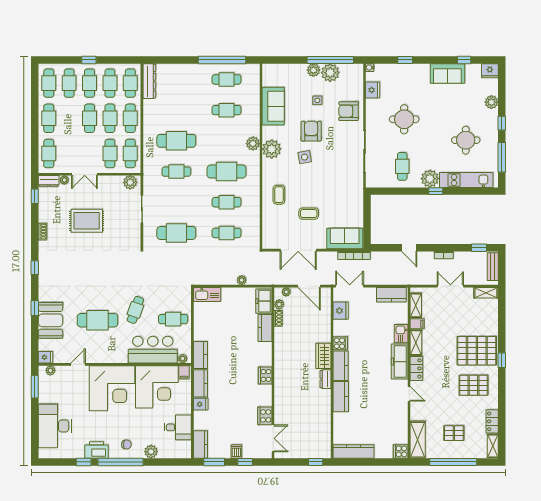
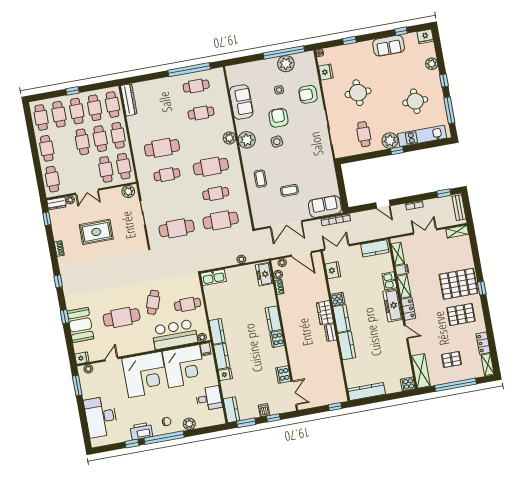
plant: (313, 70) -> (271, 64), removed
cafe table: (227, 233) -> (221, 220), width x1.37, depth x1.35
kitchen counter: (265, 328) -> (273, 319), moved

